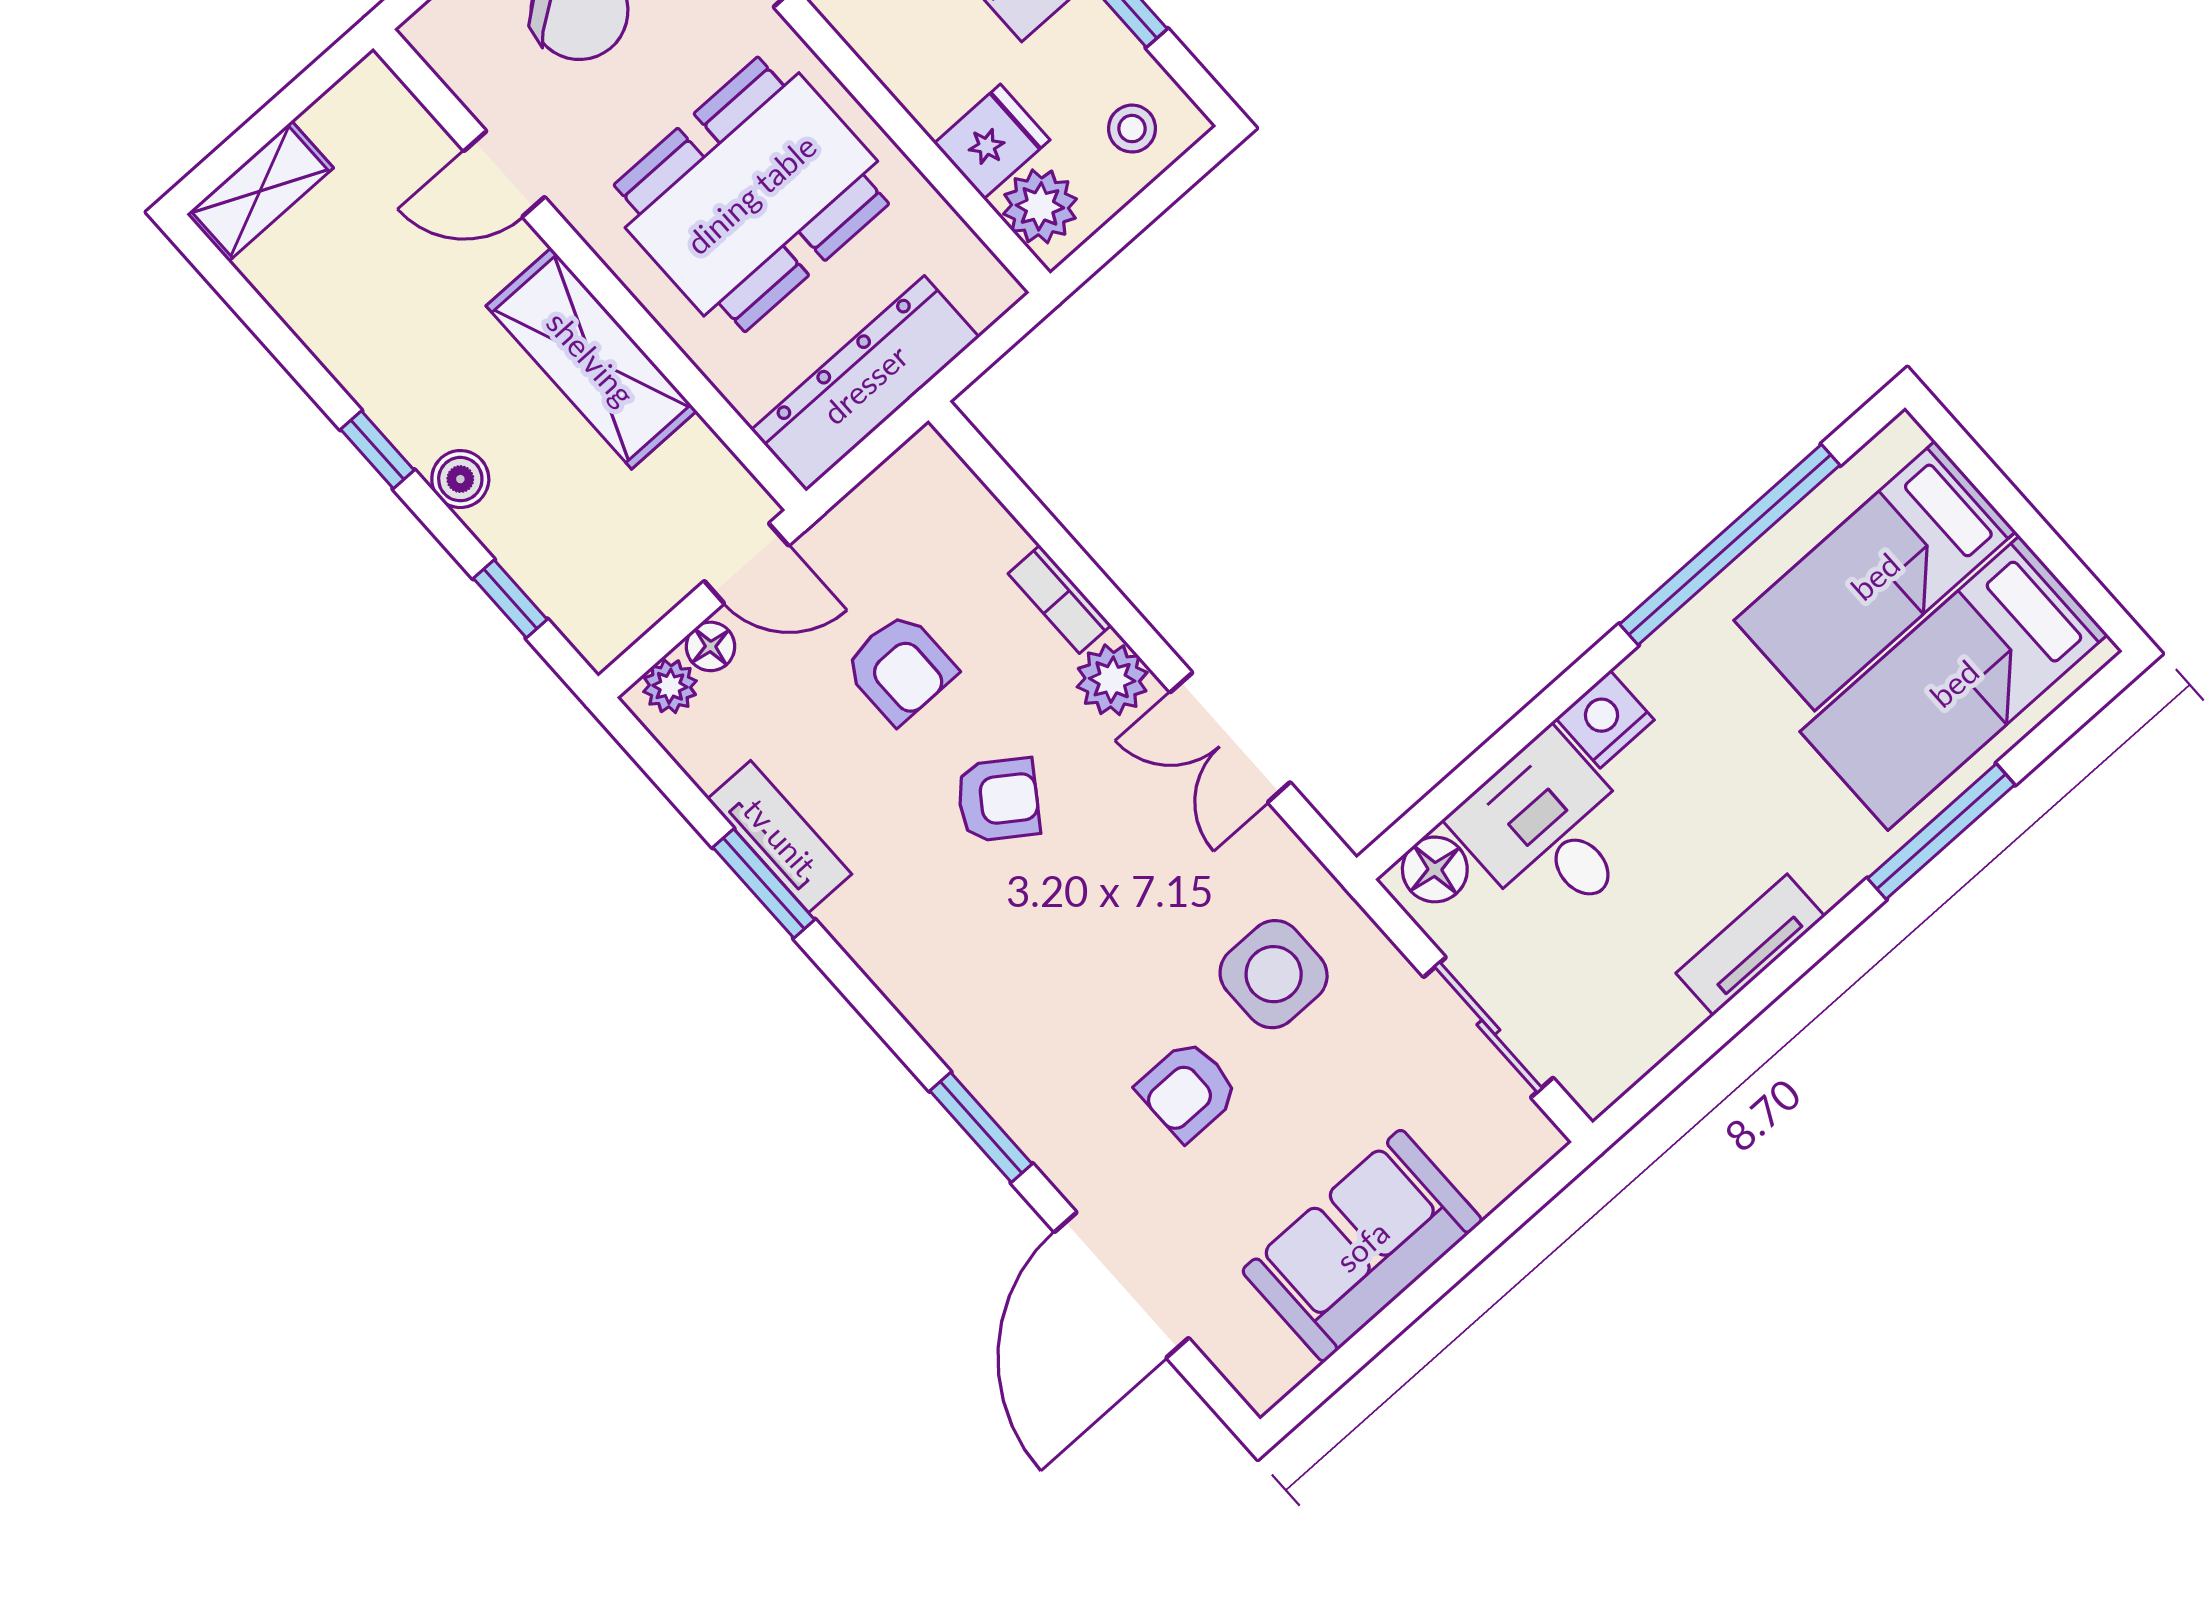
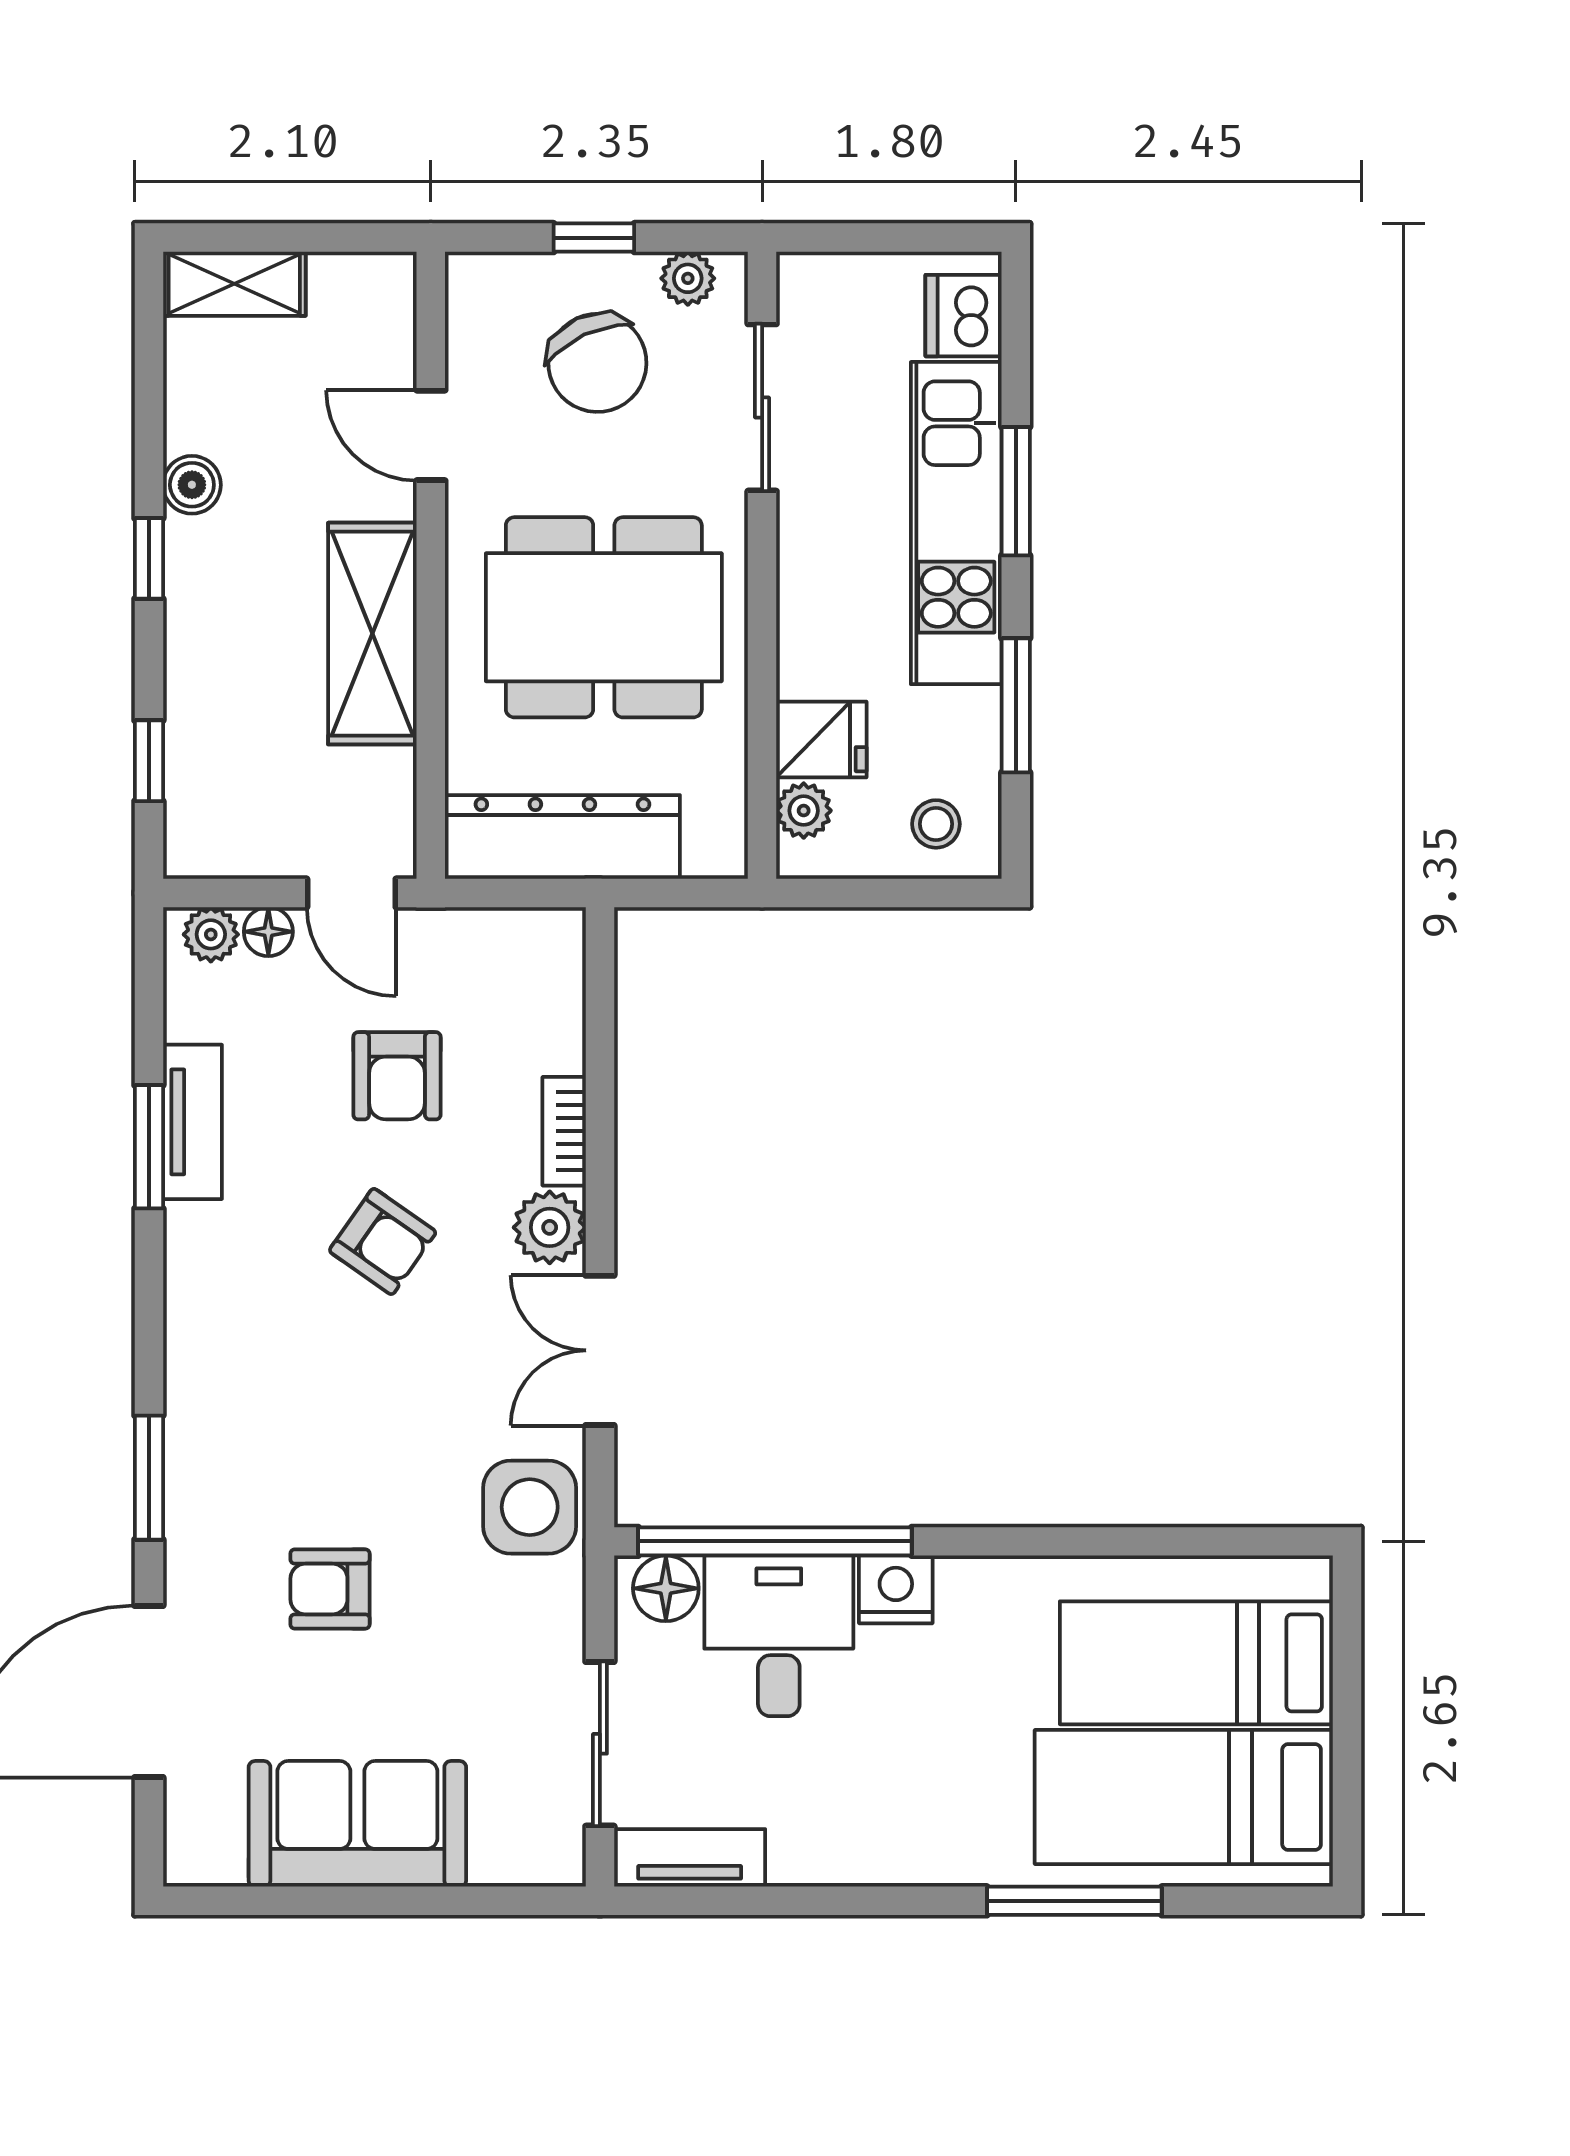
plant: (1040, 206) -> (804, 811), width x0.73, depth x0.73
boiler: (460, 479) -> (192, 485), moved
window: (1730, 545) -> (775, 1541), moved
tv unit: (1750, 945) -> (690, 1858), moved
side table: (1274, 974) -> (530, 1507), moved

